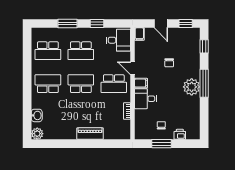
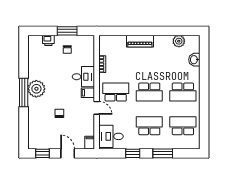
window: (204, 46) -> (24, 130), removed
plant: (37, 134) -> (179, 41), moved

